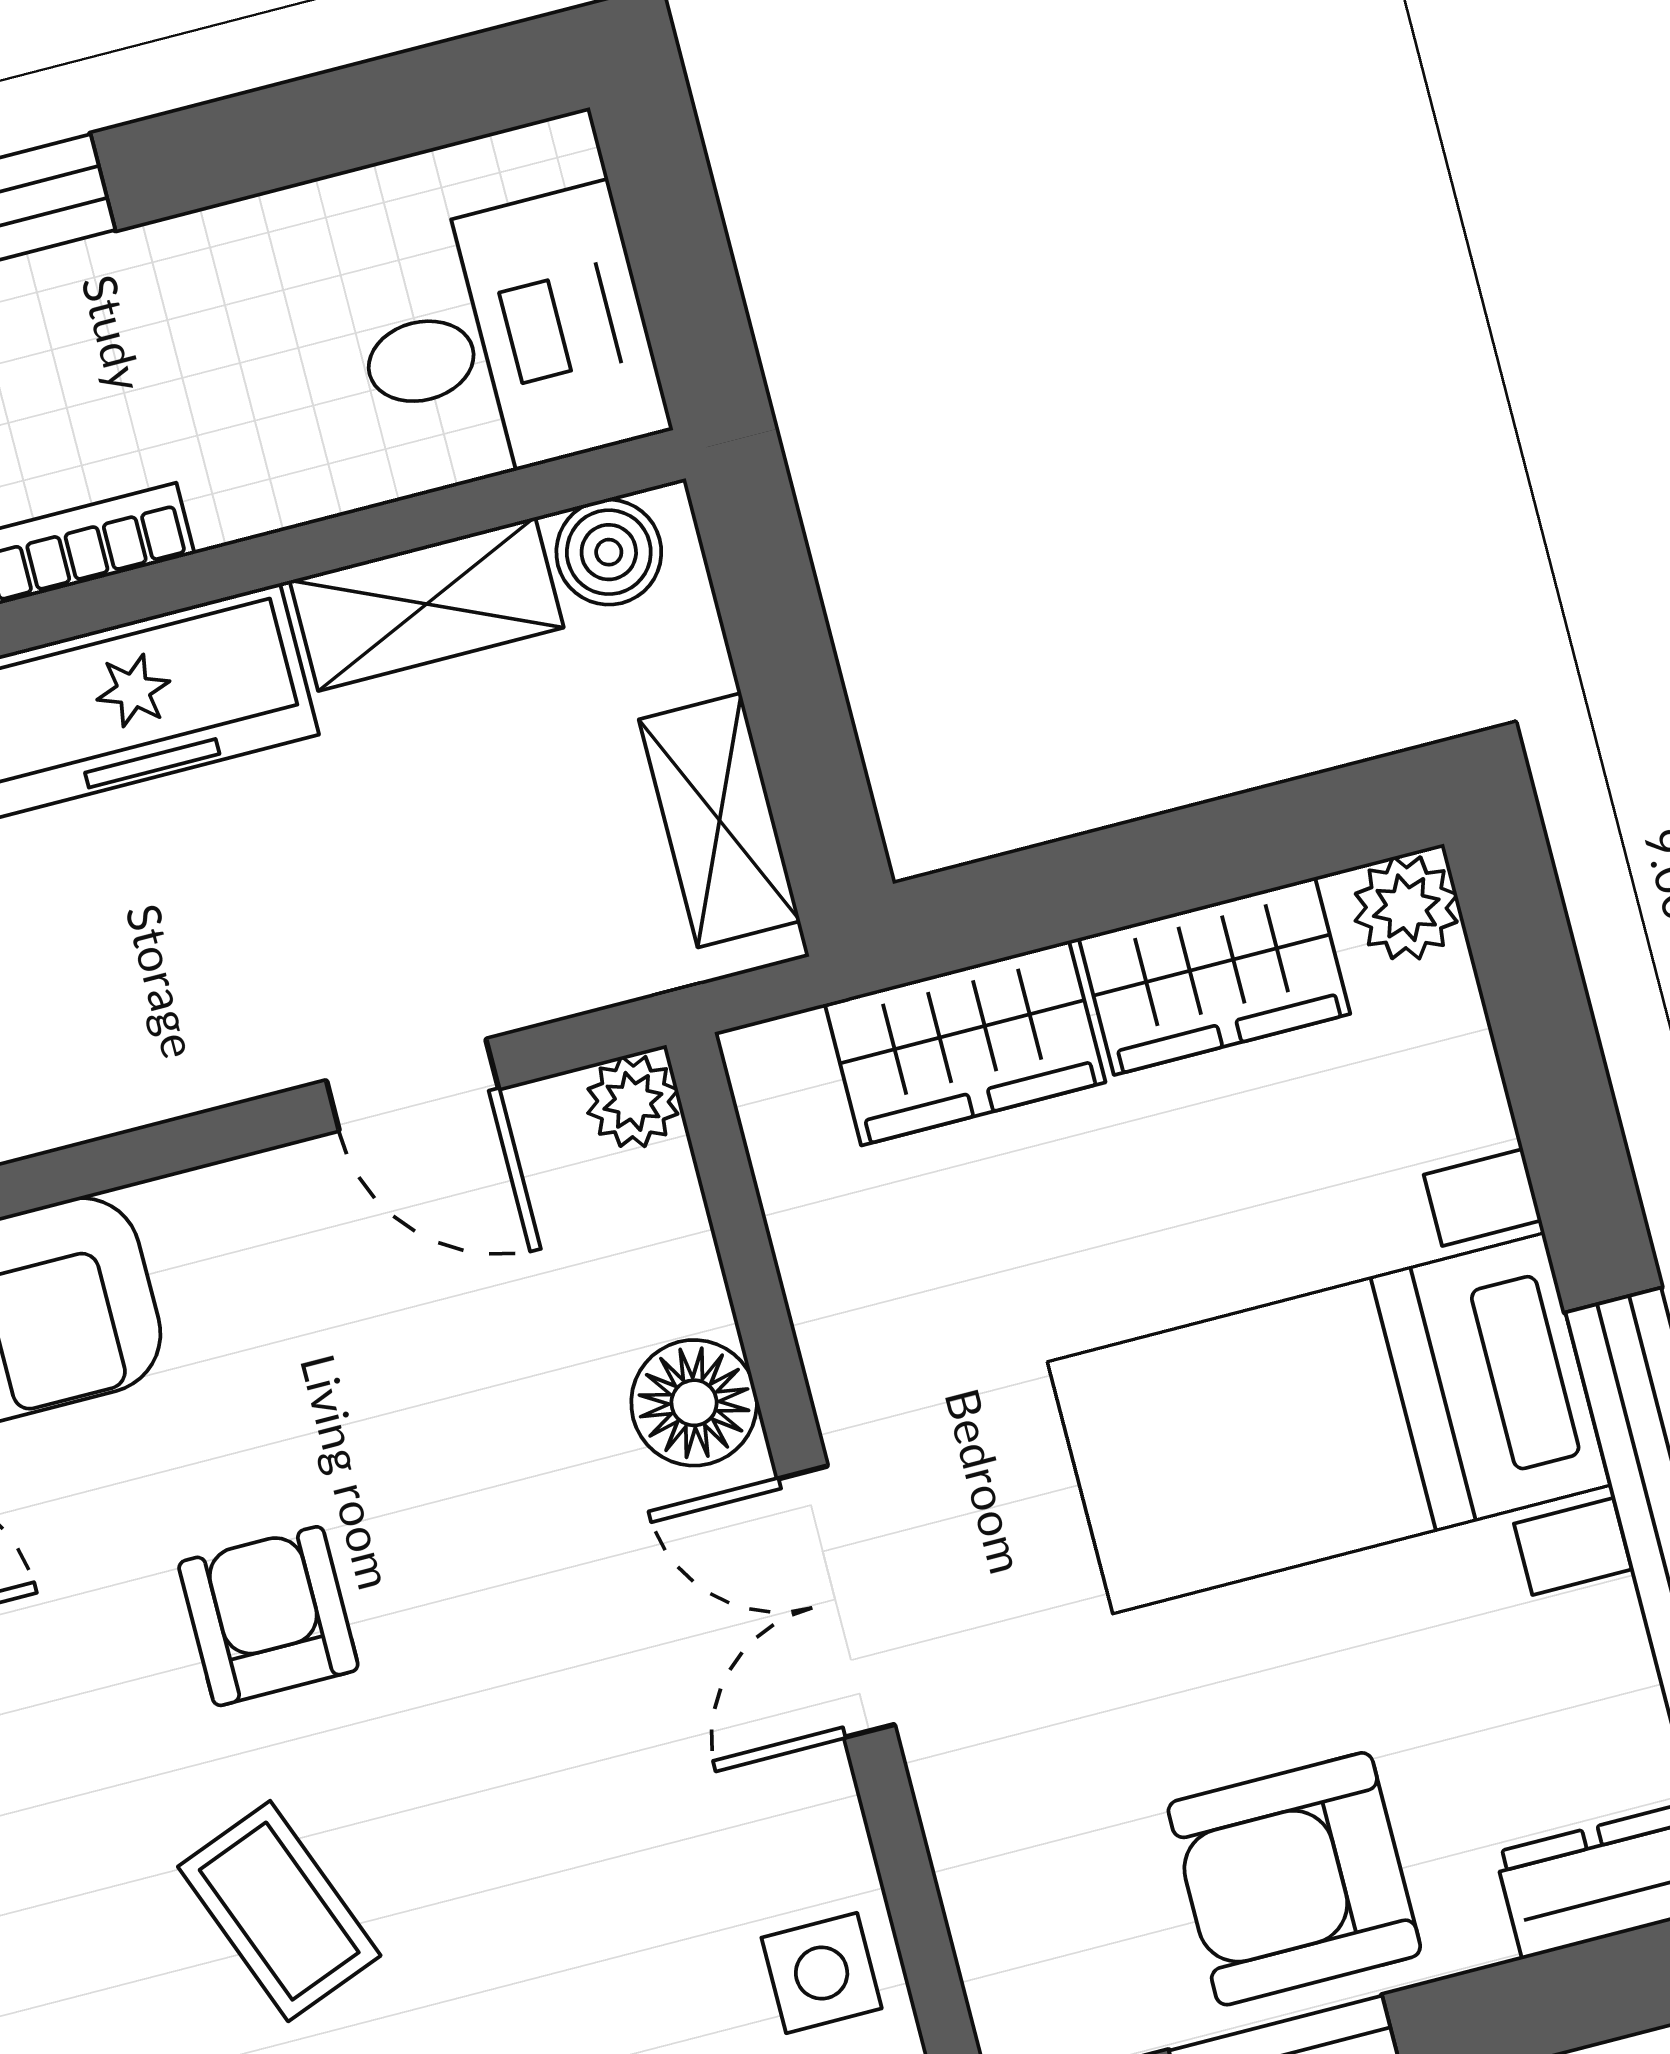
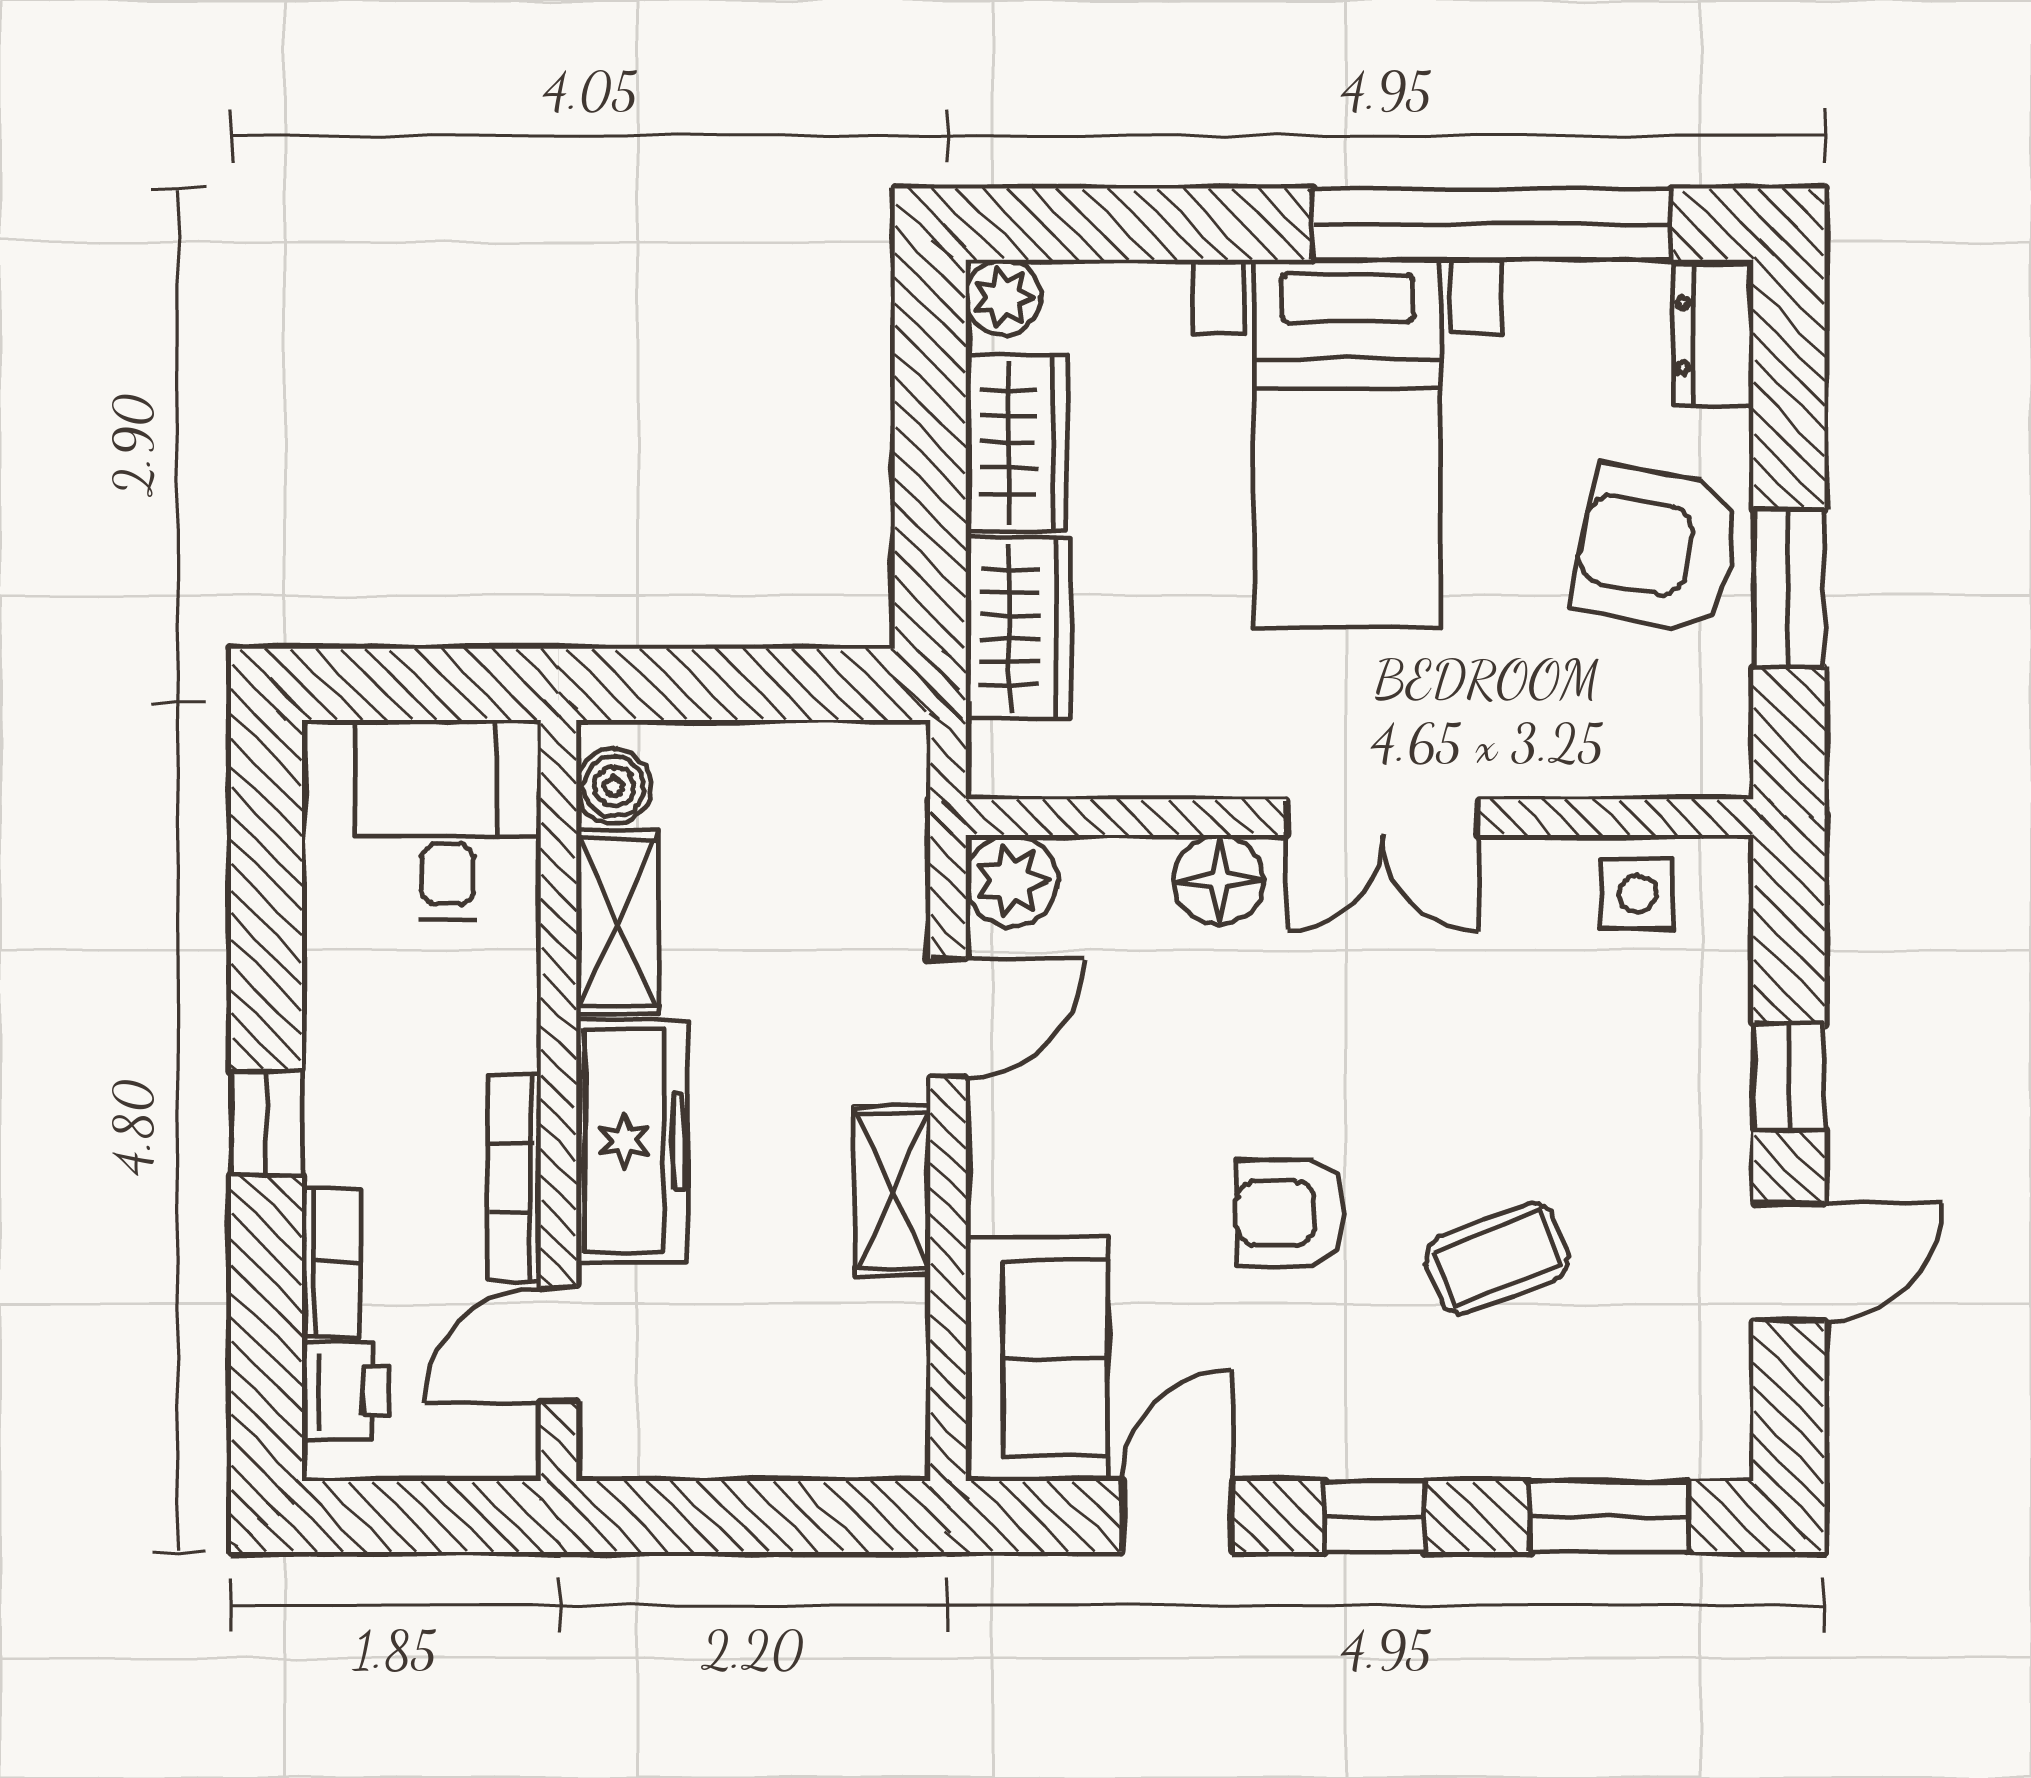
shelving: (719, 820) -> (892, 1191), moved, turned 90
plant: (633, 1101) -> (1012, 881), width x1.38, depth x1.38
armchair: (1294, 1879) -> (1657, 549), turned 101

